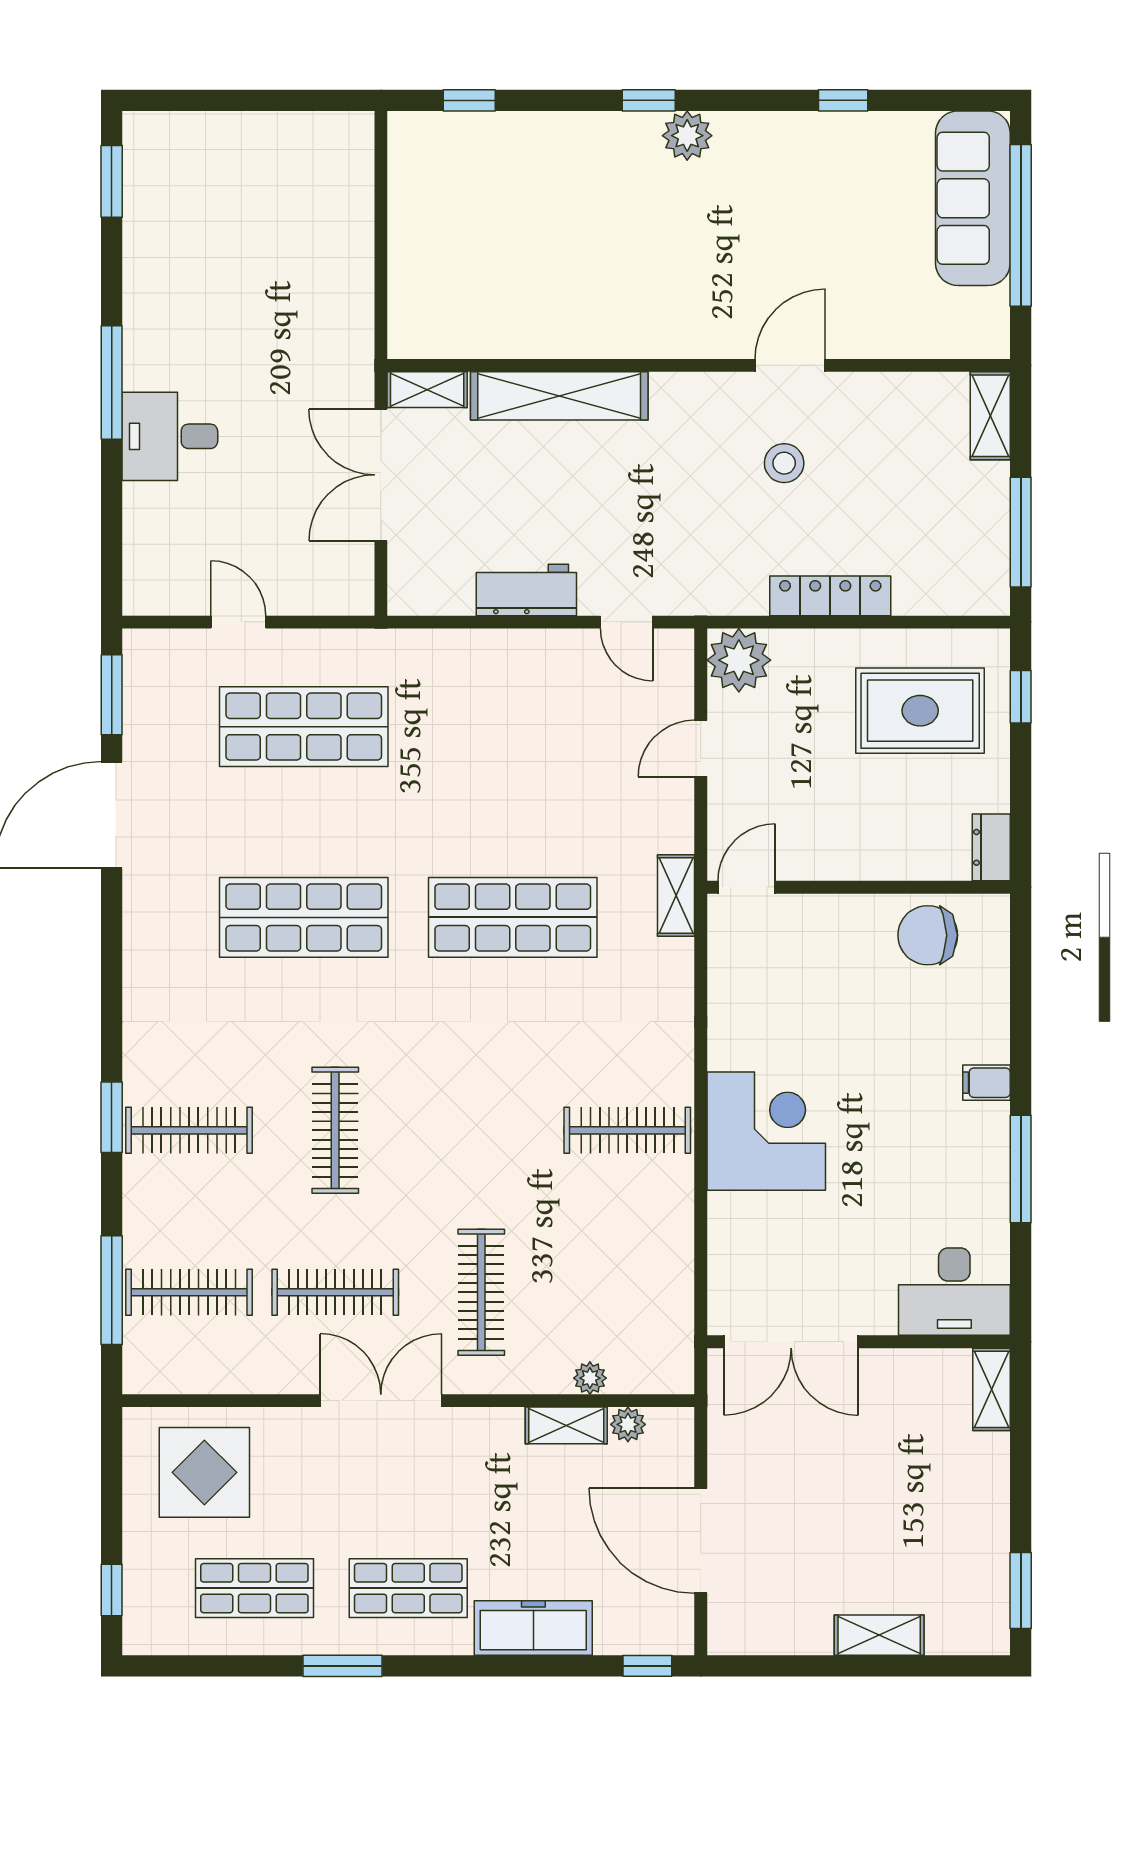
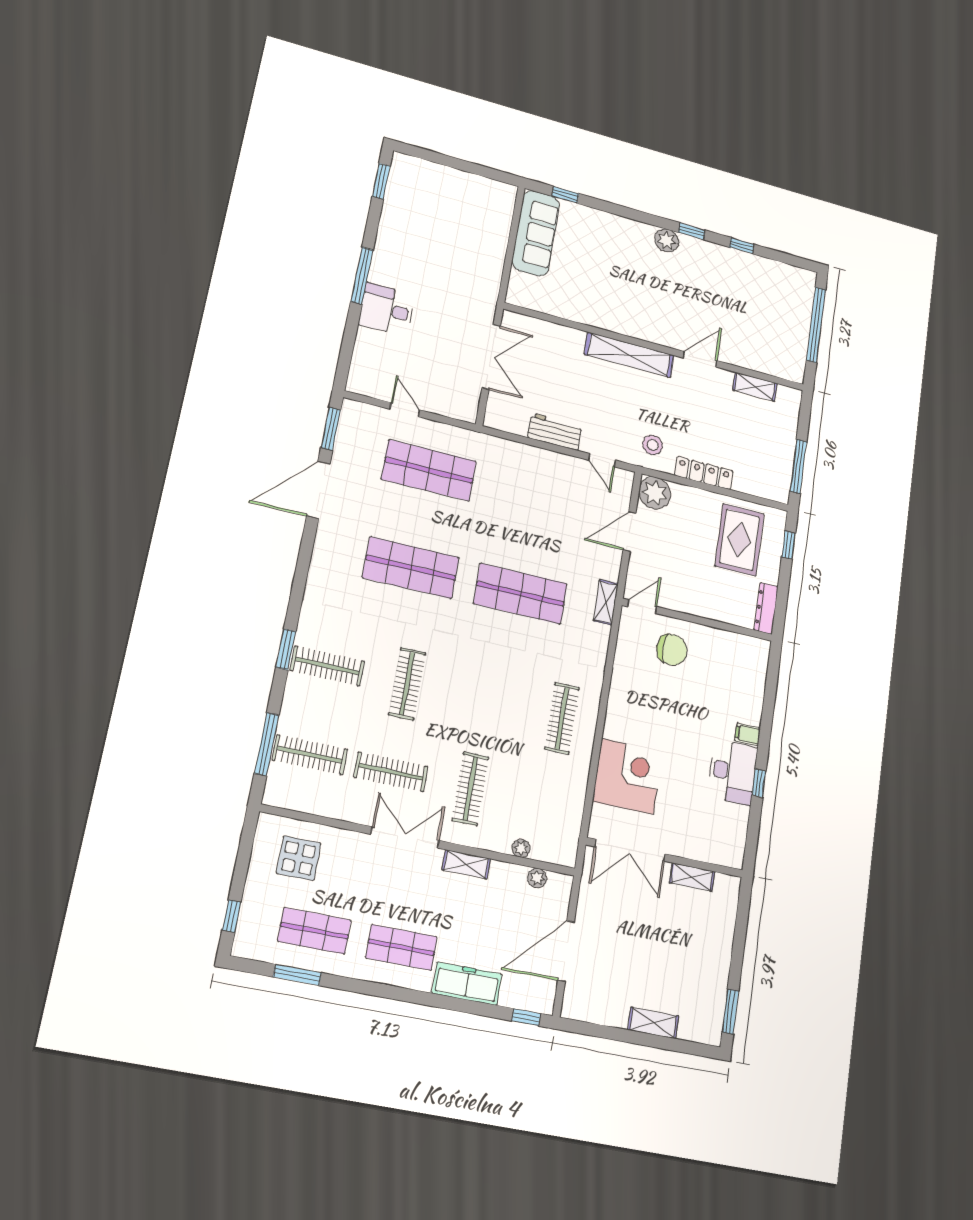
window: (649, 100) -> (692, 231), moved
sofa: (973, 198) -> (536, 233), moved, turned 180
shelving: (427, 390) -> (522, 323), removed
shelving: (559, 396) -> (629, 355), moved
shelving: (990, 416) -> (755, 387), moved, turned 90
stool: (784, 463) -> (653, 445), moved
double door: (381, 475) -> (491, 357), swing flipped
rug: (920, 711) -> (740, 540), turned 90
door: (701, 748) -> (629, 532), width x1.38
dresser: (991, 847) -> (766, 608), width x1.44
chair: (928, 935) -> (672, 650), moved, turned 180
clothes rail: (627, 1130) -> (562, 718), turned 90
corner desk: (766, 1131) -> (627, 776), moved
window: (1021, 1169) -> (759, 783), width x0.46
desk: (954, 1292) -> (732, 772), moved, turned -90
shelving: (991, 1389) -> (692, 877), moved, turned 90
shelving: (566, 1425) -> (466, 864), moved
display table: (204, 1472) -> (299, 858), width x0.73, depth x0.73
door: (701, 1541) -> (566, 951), hinge flipped
window: (343, 1666) -> (297, 975), moved

